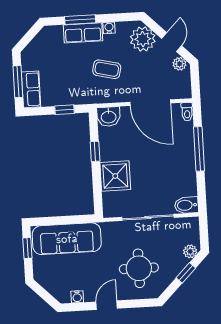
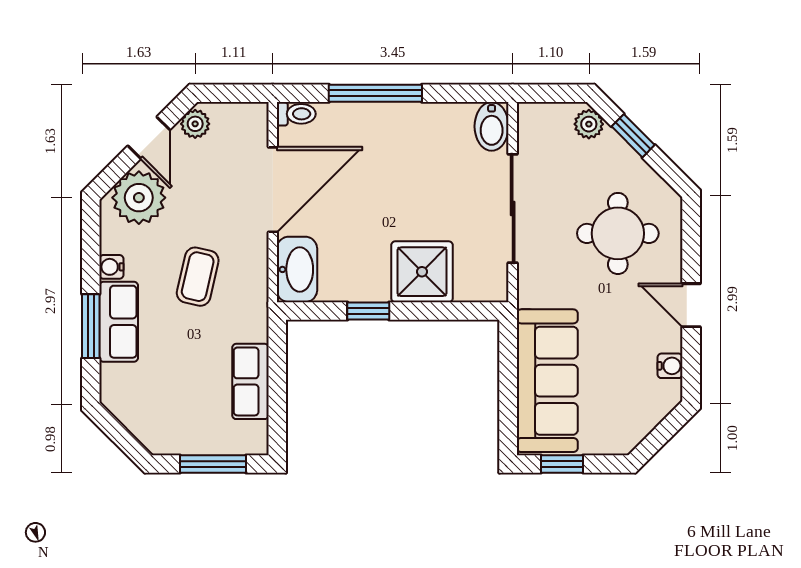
door: (172, 42) -> (149, 138), swing flipped
row of seats: (31, 89) -> (250, 381), moved, turned -90
window: (64, 110) -> (277, 370), removed
washbasin: (109, 117) -> (297, 269), width x1.38

